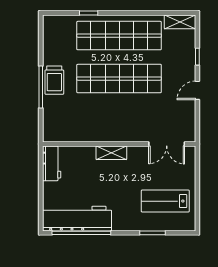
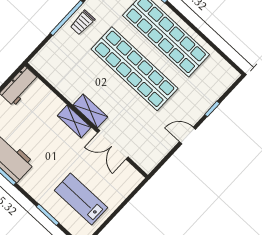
shelving: (180, 22) -> (90, 111), moved
trolley: (54, 80) -> (82, 22), width x0.73, depth x0.72
double door: (167, 144) -> (113, 145), moved

